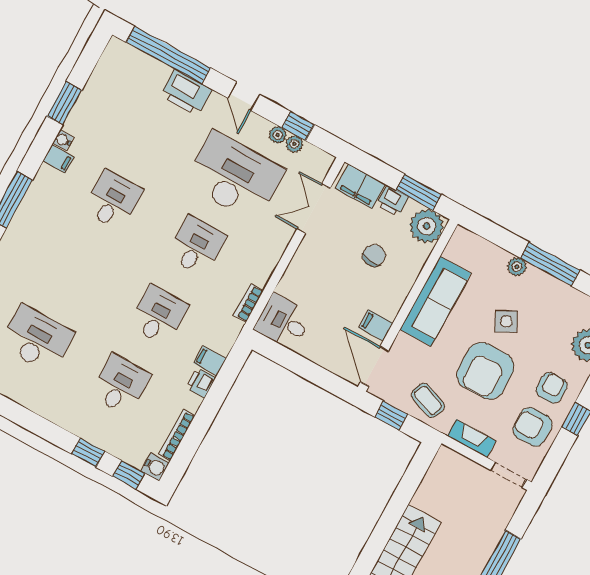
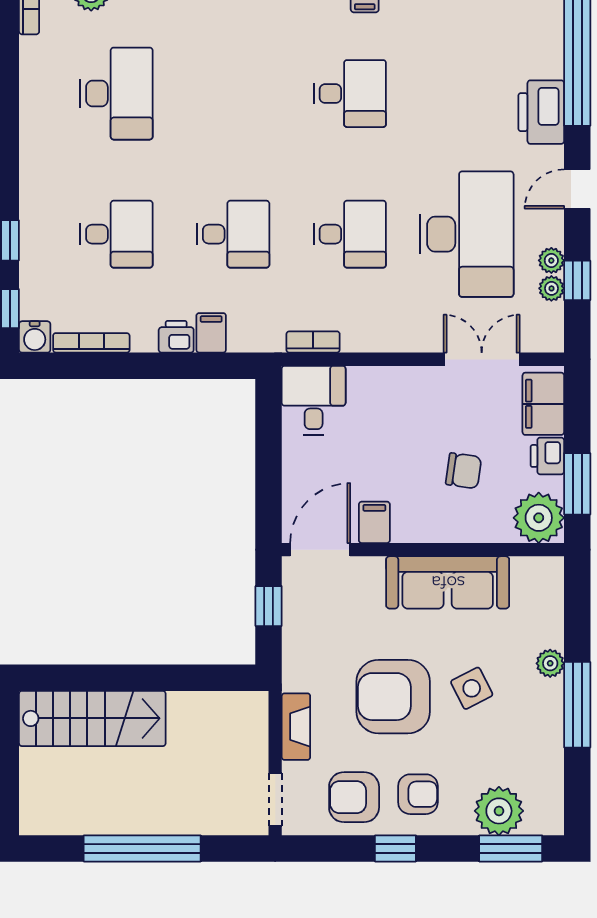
coffee table: (428, 400) -> (314, 643), removed
armchair: (533, 427) -> (354, 797), turned -90

